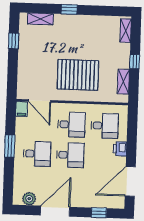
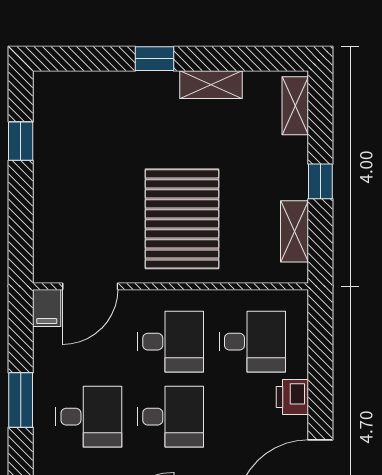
shelving: (40, 19) -> (211, 85), moved
pallet: (78, 75) -> (182, 219), turned 90
door: (40, 101) -> (90, 286), hinge flipped

